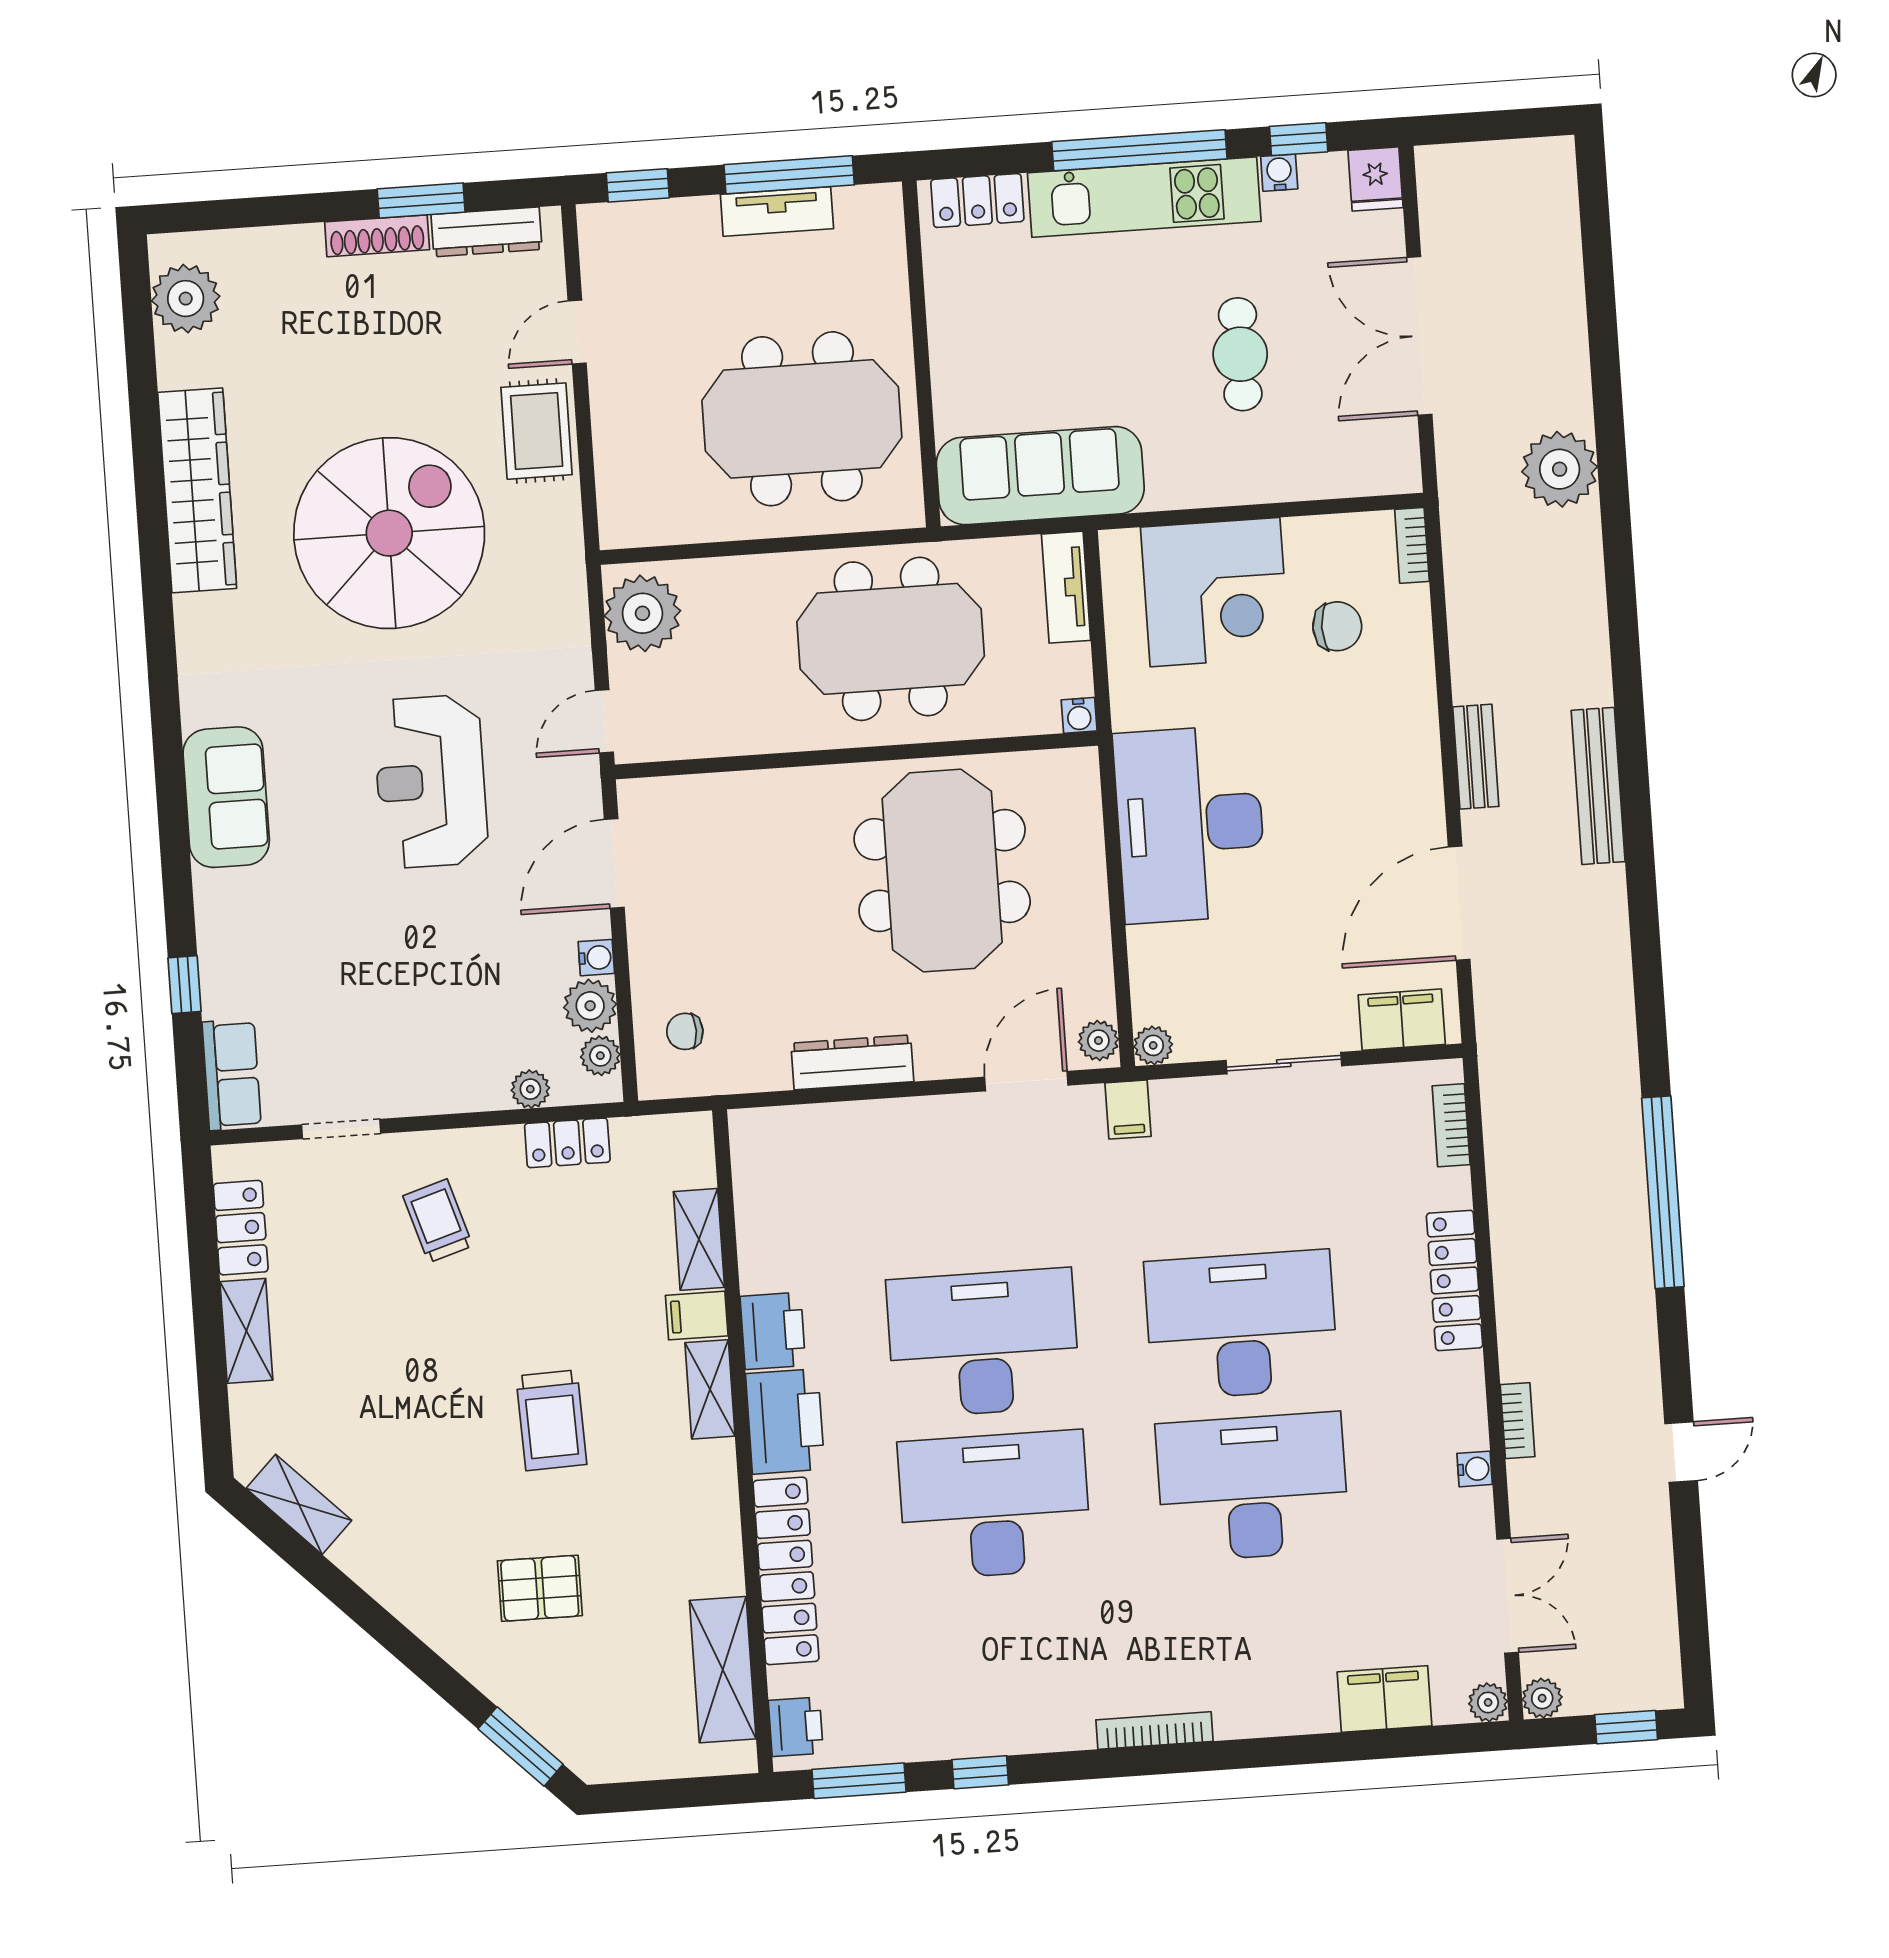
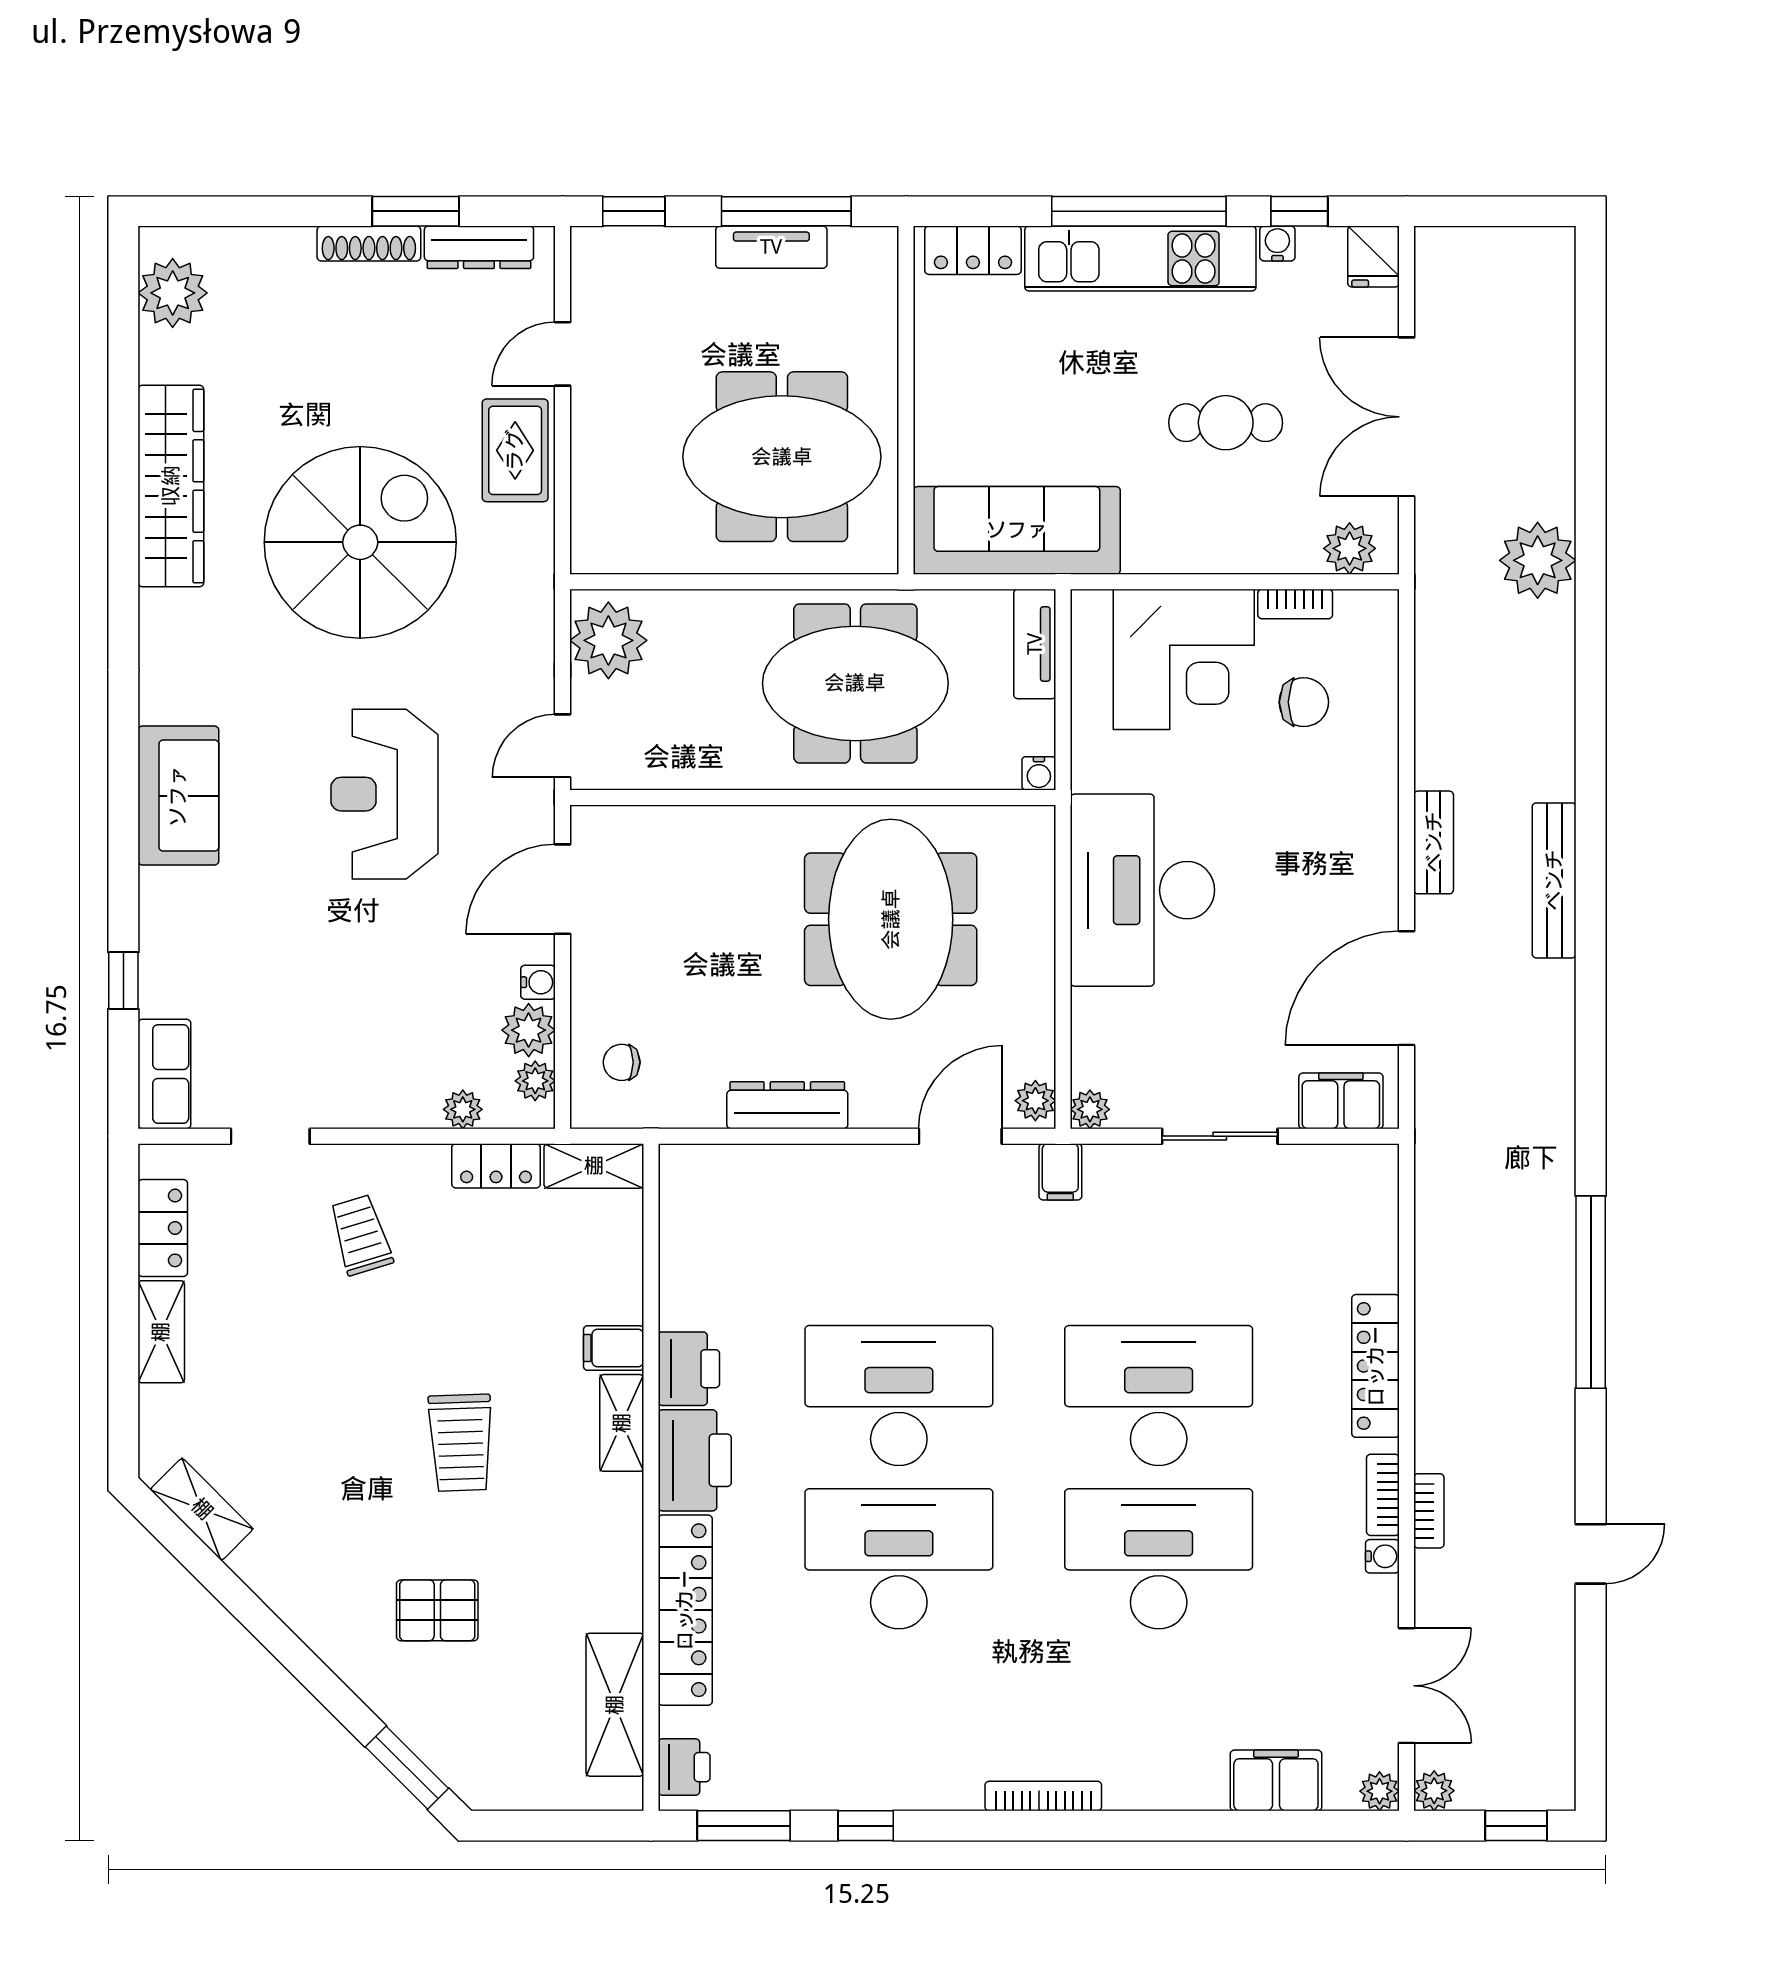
cafe table: (1240, 354) -> (1226, 423), turned 90
plant: (1372, 470) -> (1350, 548), added
bookcase: (1412, 545) -> (1295, 604), moved, turned -90
bookcase: (1451, 1125) -> (1383, 1495), moved
shelving: (699, 1239) -> (594, 1166), moved, turned 90

